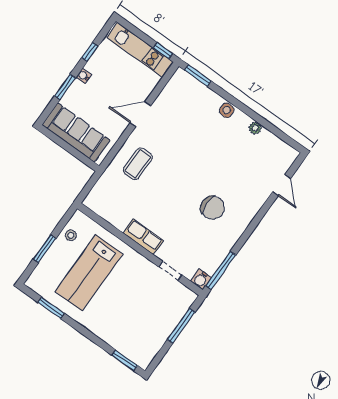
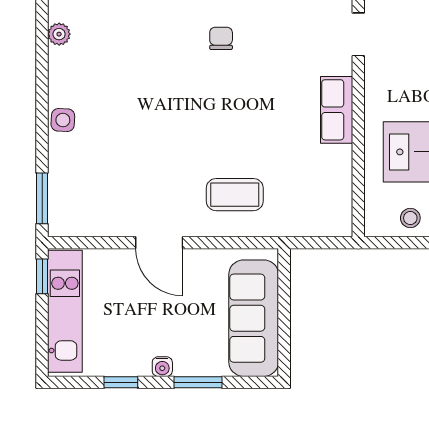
plant: (255, 128) -> (59, 34), moved
chair: (213, 208) -> (221, 38), width x0.54, depth x0.54

